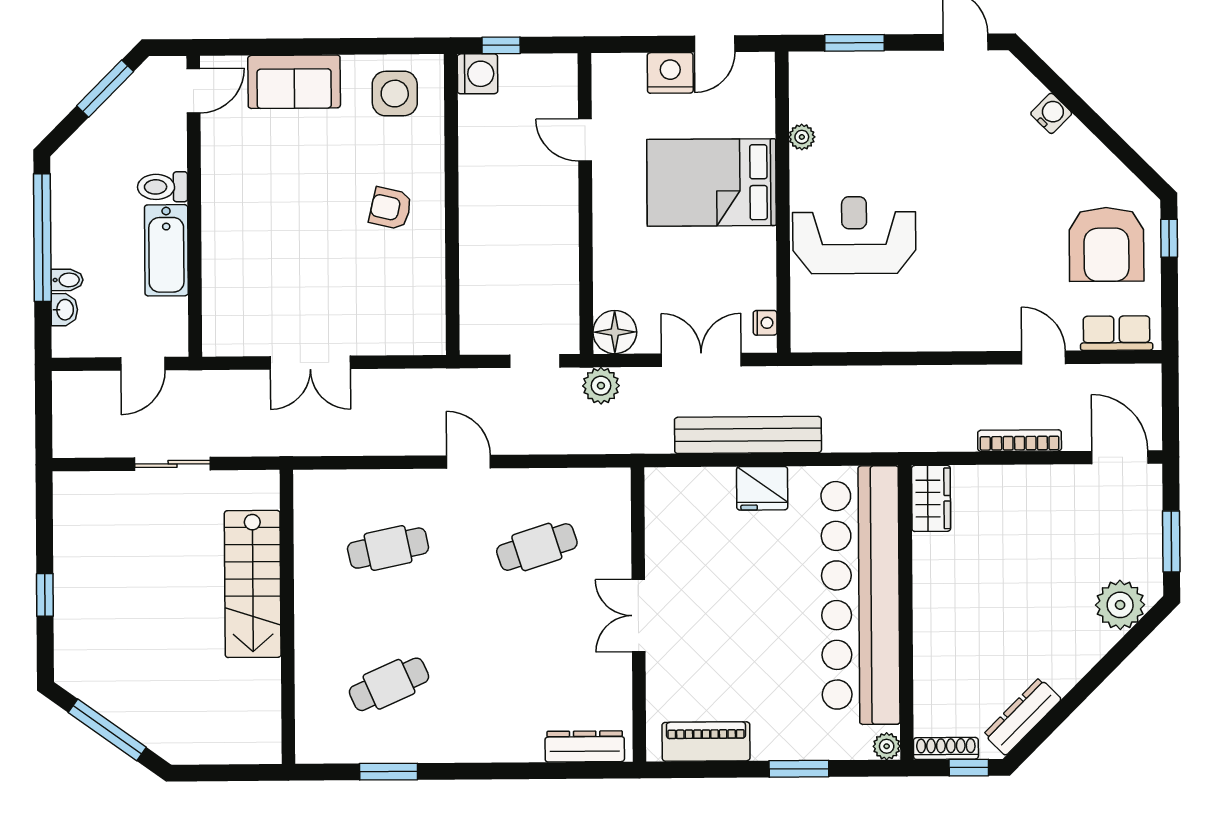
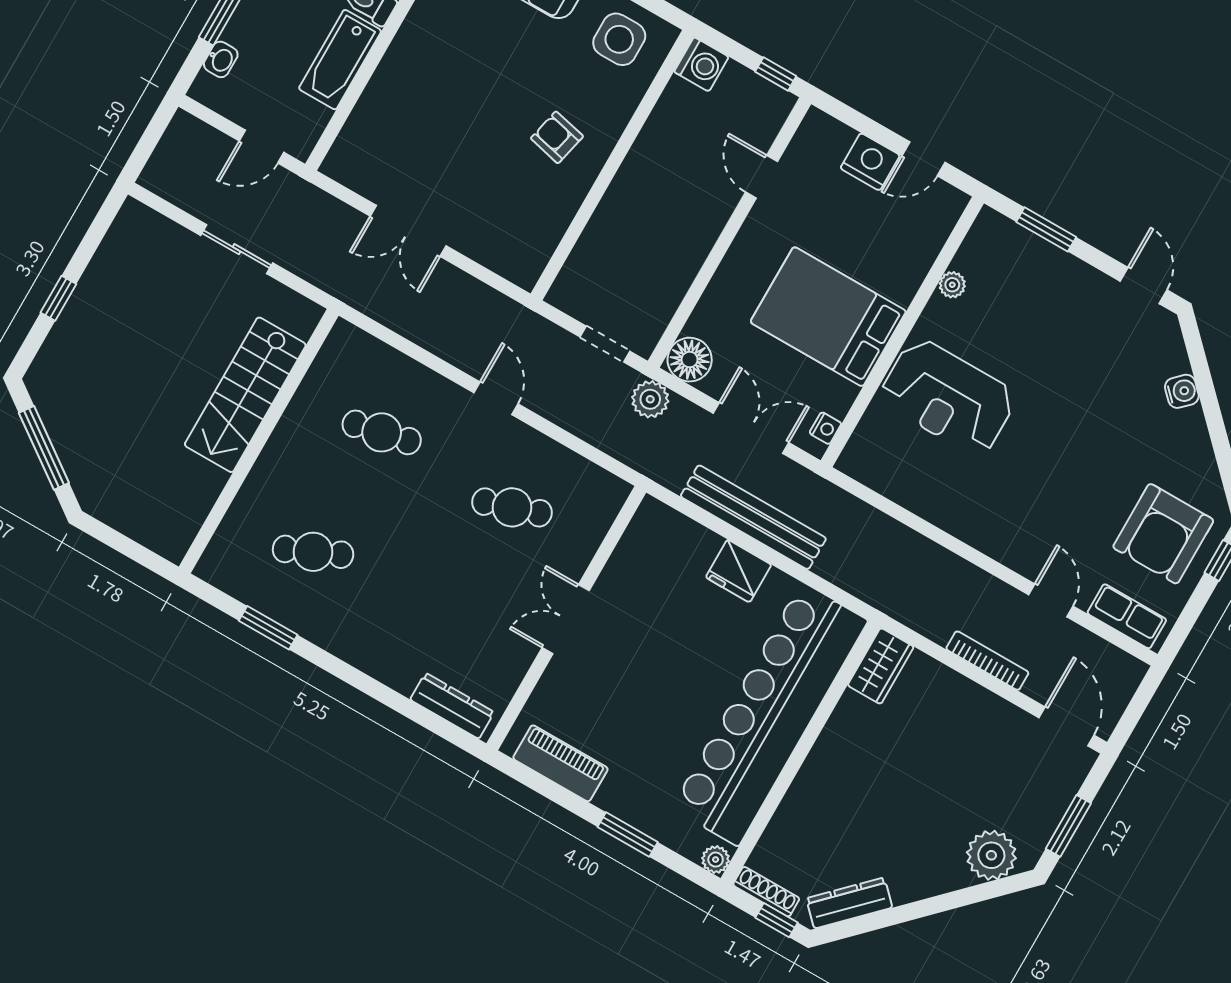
window: (501, 45) -> (776, 74), moved
bed: (711, 183) -> (828, 317), moved
reception desk: (854, 235) -> (948, 397), turned 180
bidet: (67, 280) -> (238, 35), removed

